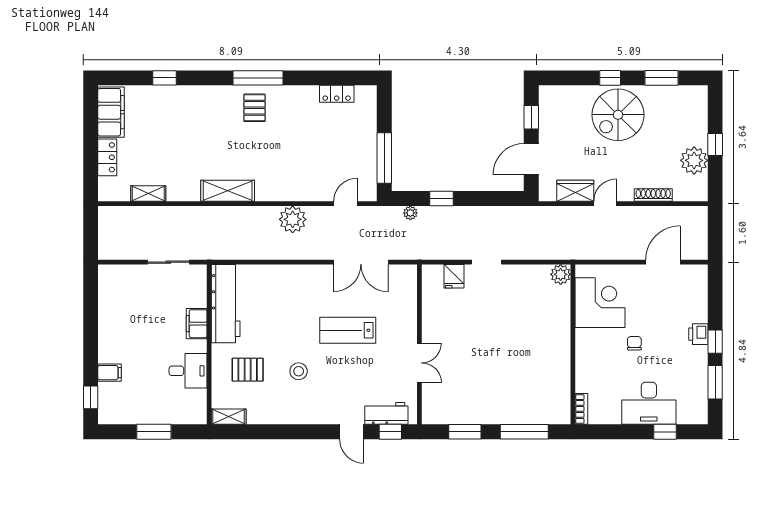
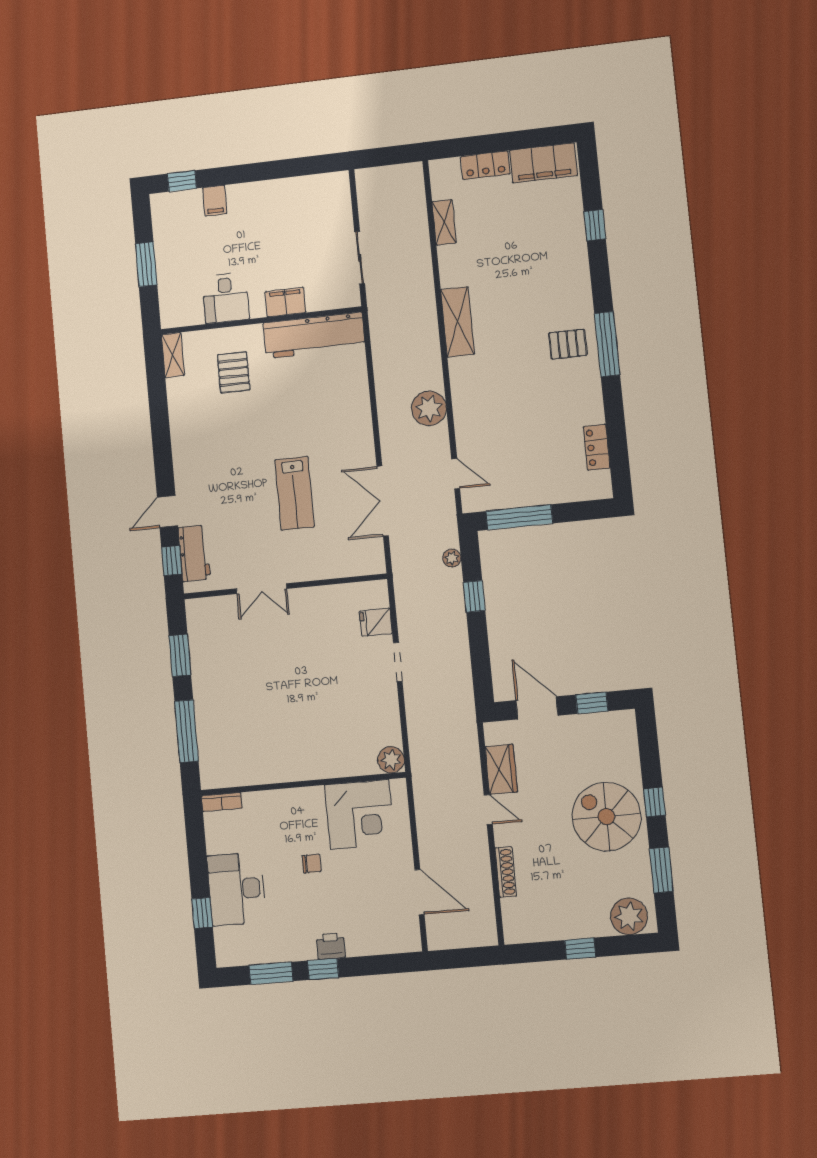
plant: (694, 160) -> (629, 916), moved
lab bench: (348, 330) -> (295, 493), turned 180
stool: (299, 371) -> (237, 437), removed

